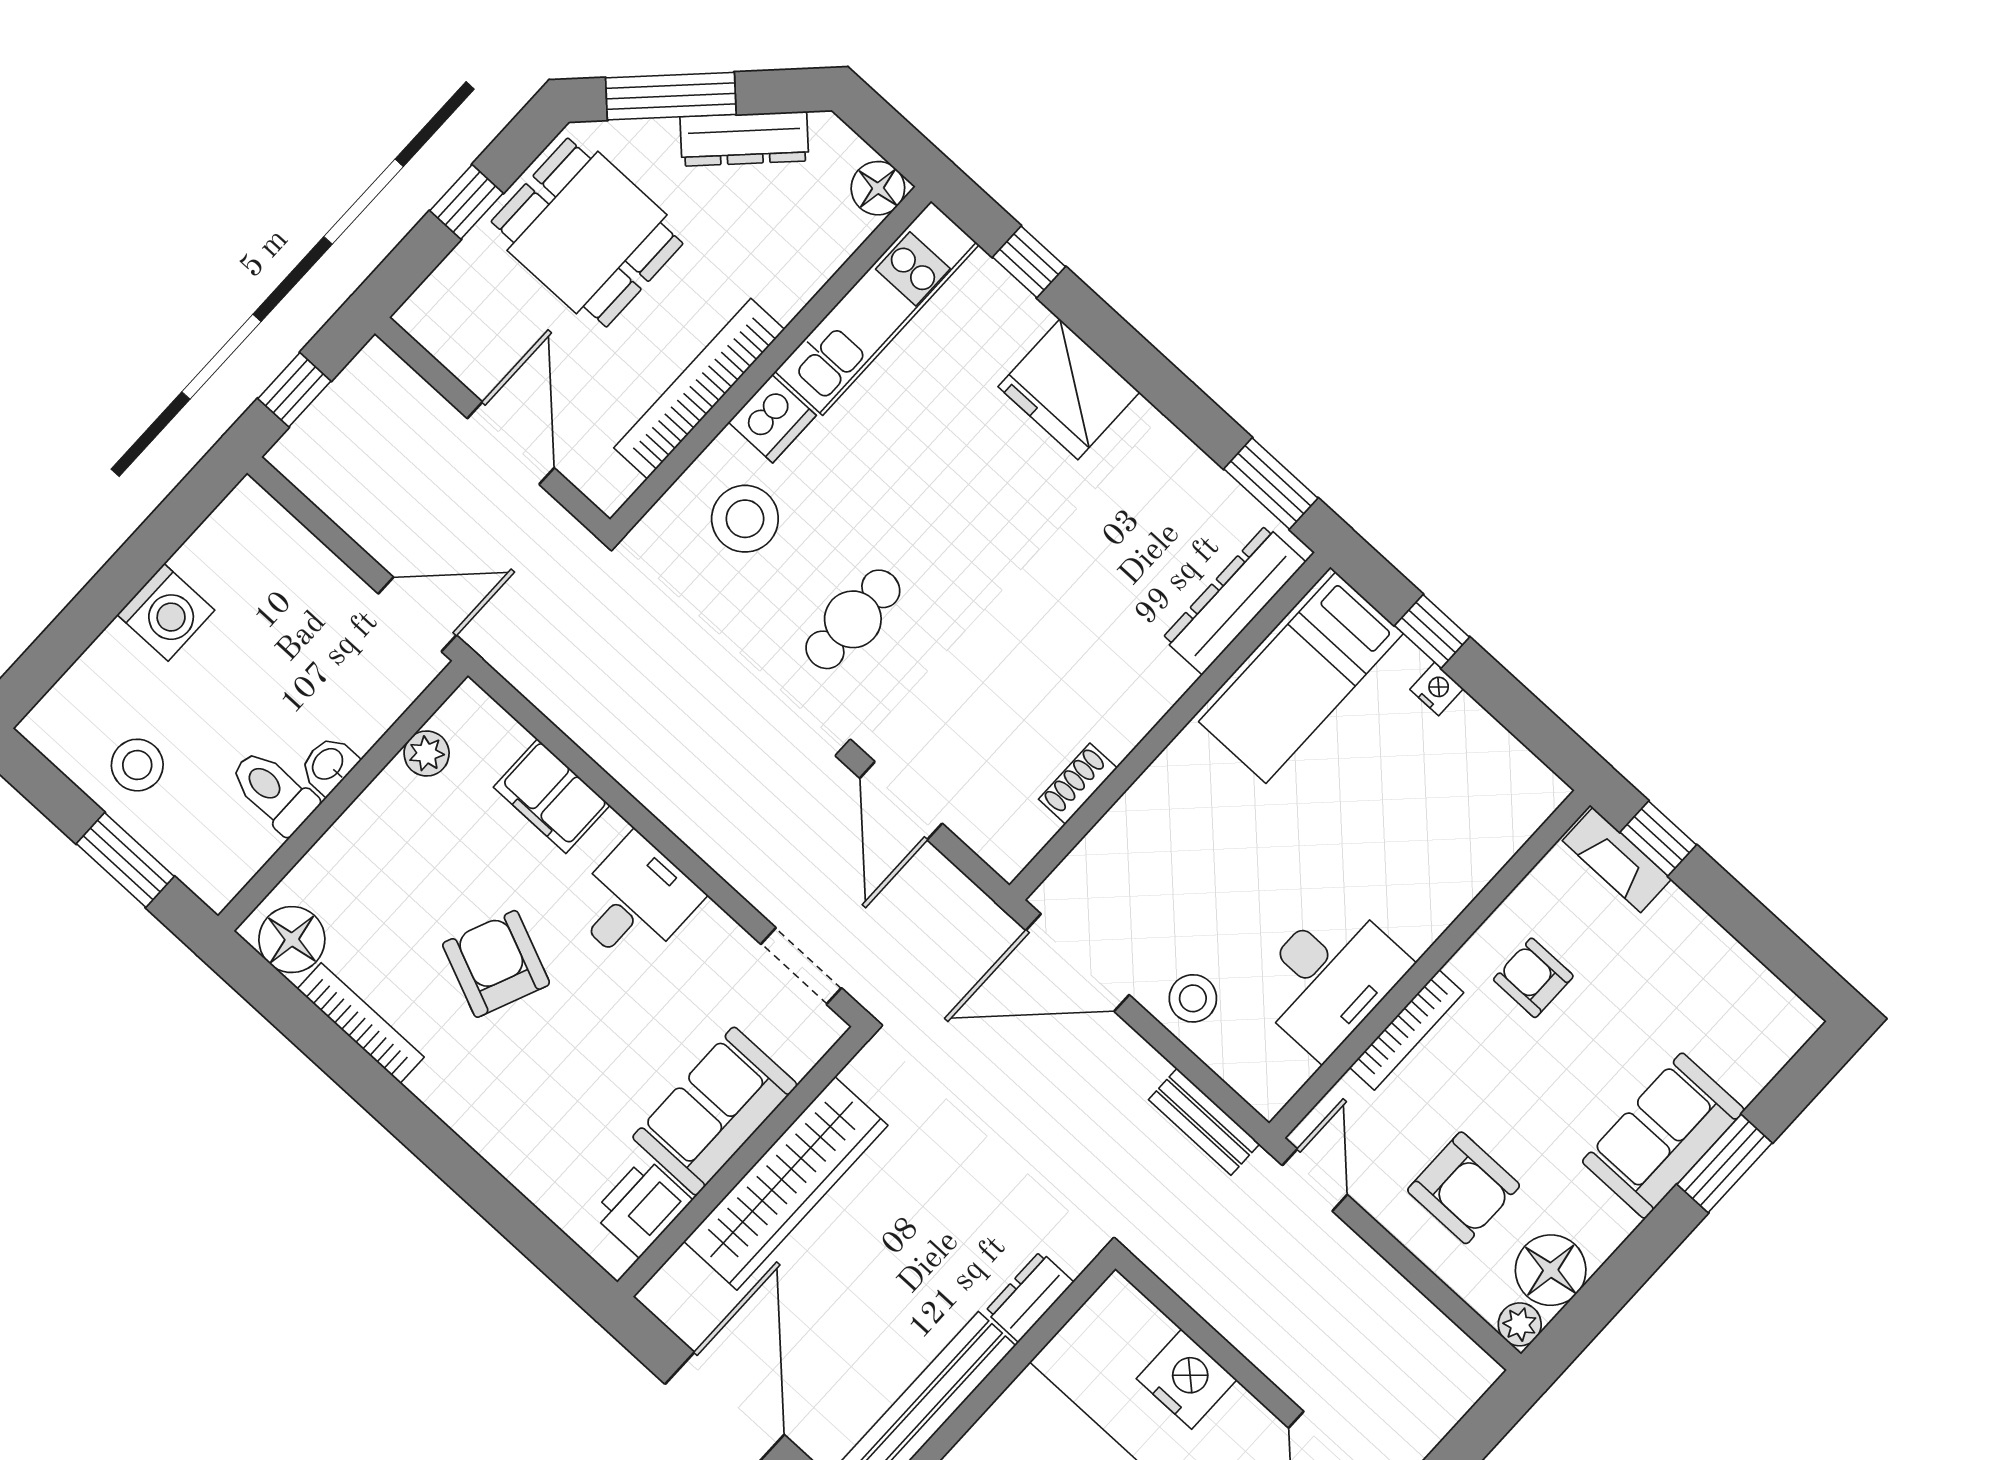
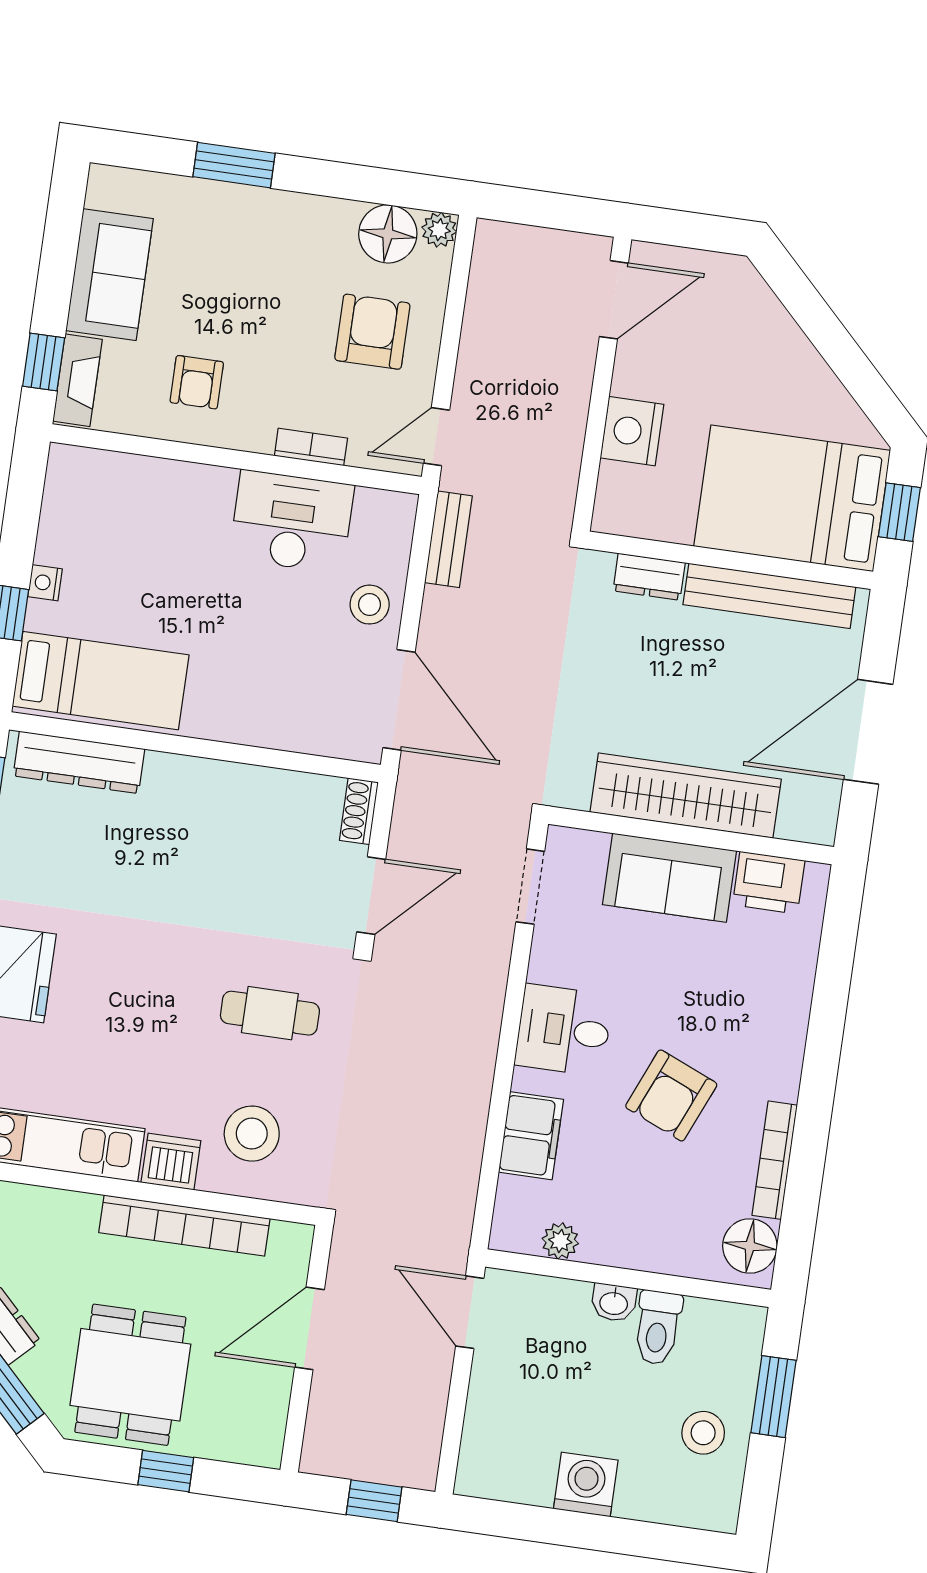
shoe rack: (1078, 784) -> (359, 811), moved, turned 90
bookcase: (1407, 1030) -> (311, 447), width x0.64
sofa: (1663, 1136) -> (110, 275), moved, turned -90

